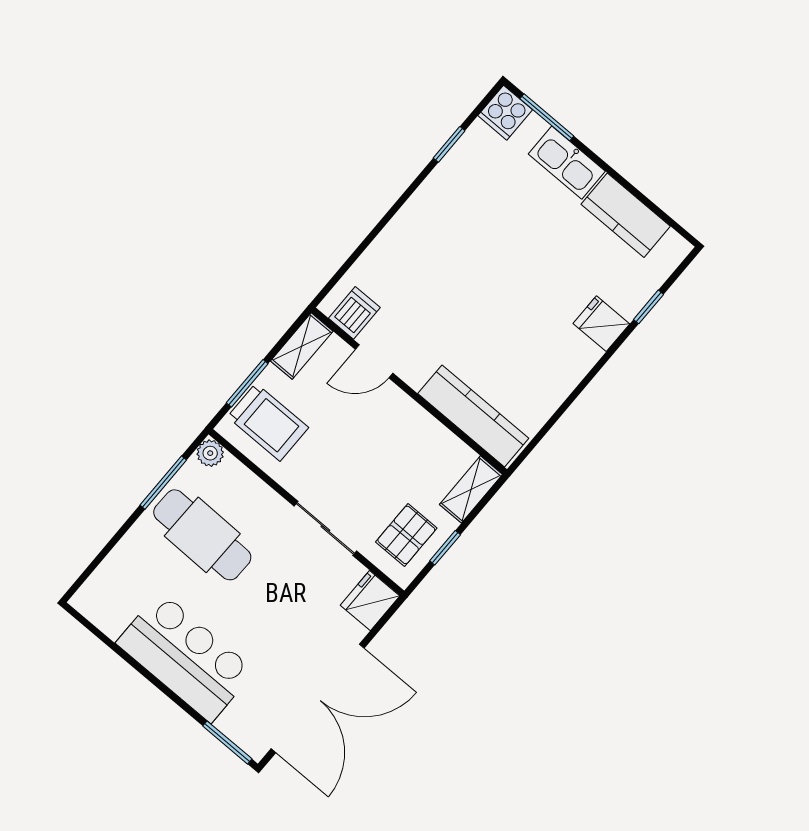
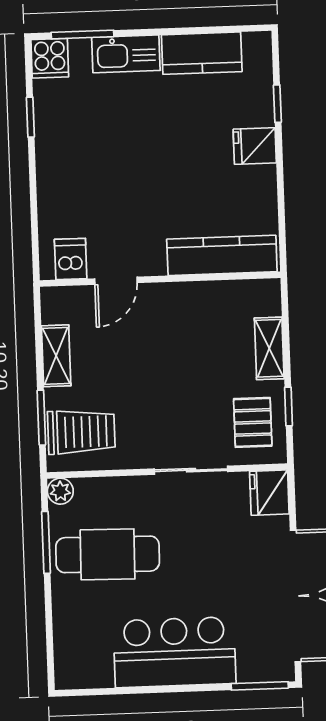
dishwasher: (354, 313) -> (71, 259), moved
door: (374, 361) -> (116, 281), moved
wall: (409, 391) -> (160, 279), moved
kitchen counter: (473, 416) -> (222, 255), moved

